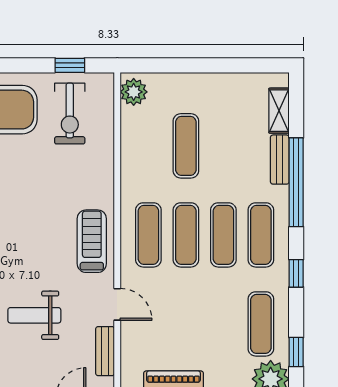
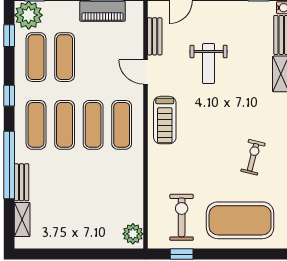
exercise mat: (186, 146) -> (65, 57), moved
weight bench: (34, 315) -> (209, 64), turned 90

